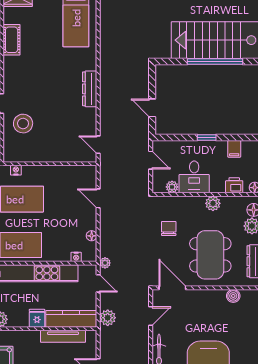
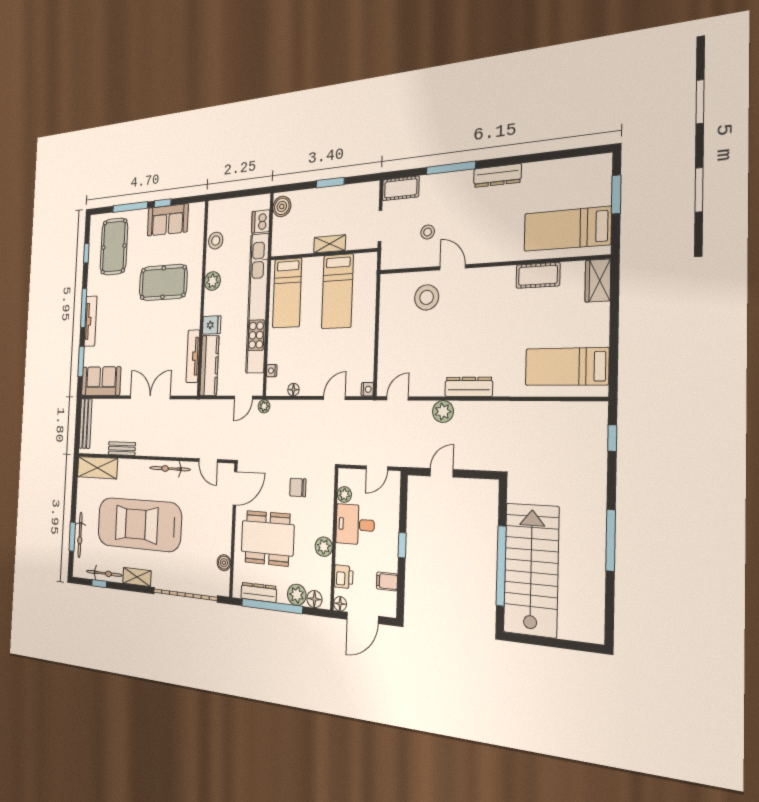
nightstand: (16, 170) -> (367, 389), moved
chair: (169, 228) -> (298, 487), turned 180
plant: (108, 318) -> (443, 411), moved

